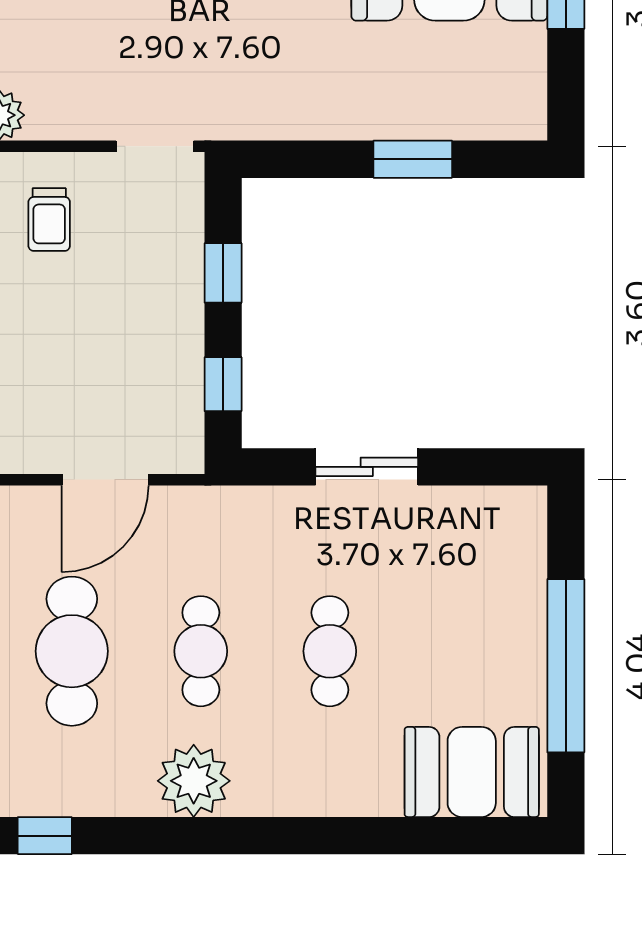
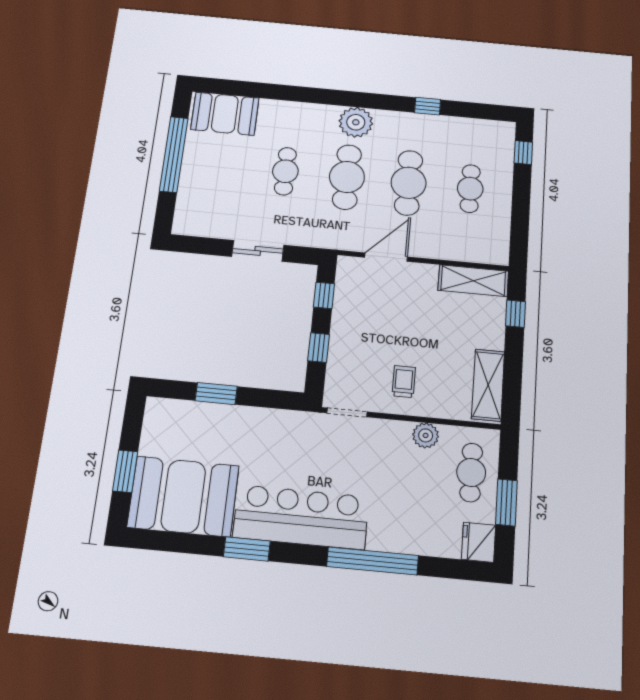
cafe table: (201, 651) -> (347, 177), width x1.37, depth x1.35

